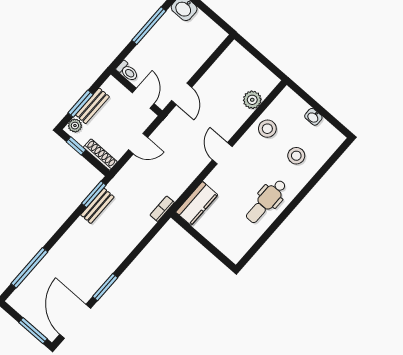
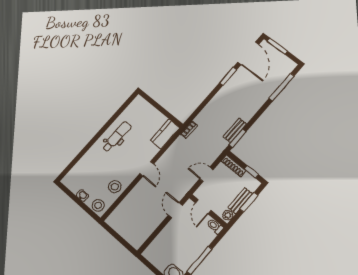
plant: (252, 100) -> (125, 207), removed
plant: (75, 126) -> (228, 215), moved
stool: (296, 156) -> (98, 205), moved

